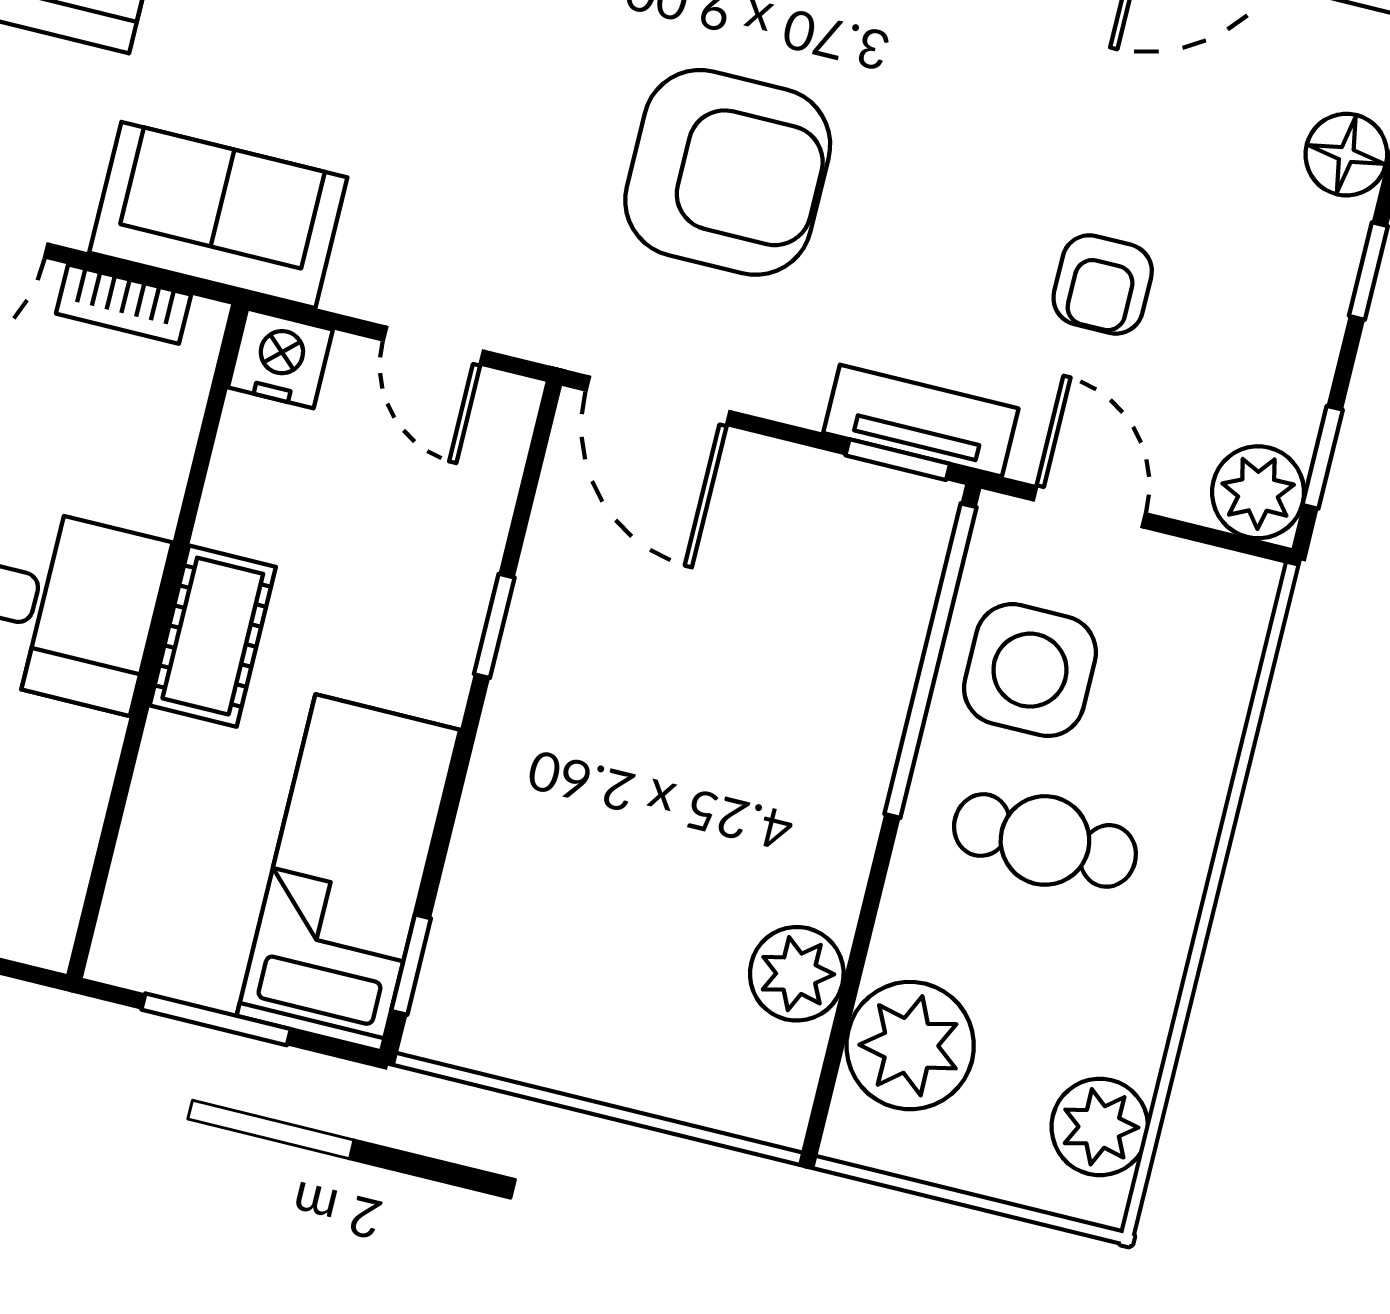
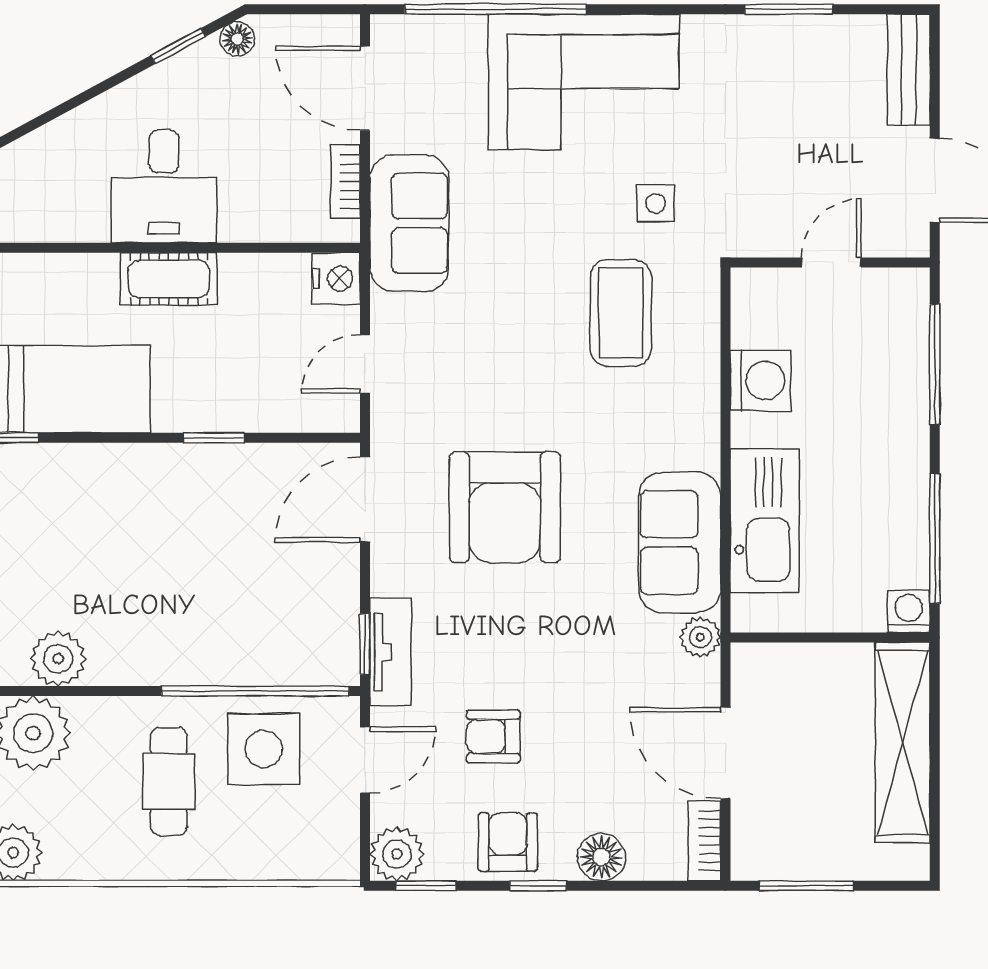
armchair: (1284, 304) -> (508, 842), added

